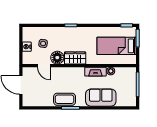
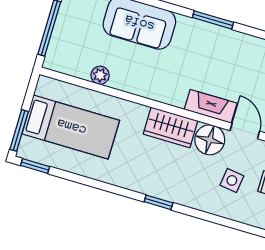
fireplace: (95, 72) -> (211, 106), moved
coffee table: (65, 99) -> (221, 43), removed

